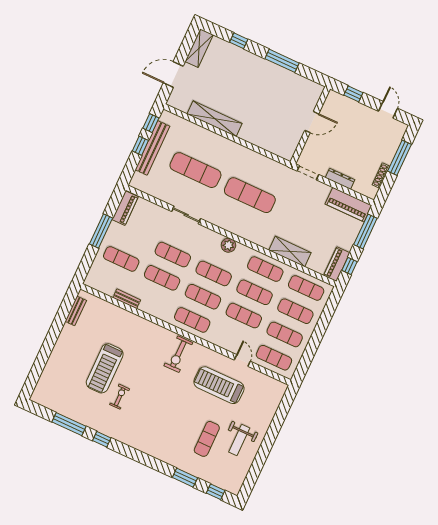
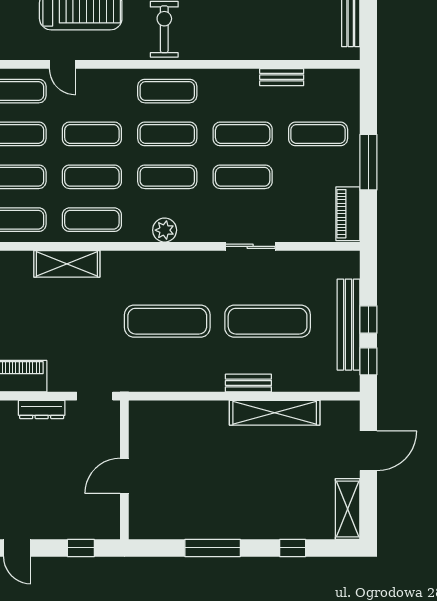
bench: (221, 141) -> (248, 383), added

